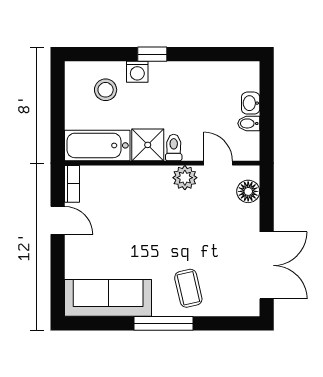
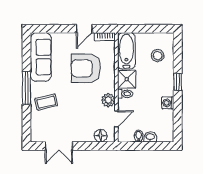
washing machine: (137, 72) -> (168, 103), moved
armchair: (128, 218) -> (86, 68), added
double door: (267, 265) -> (59, 146), width x0.73

